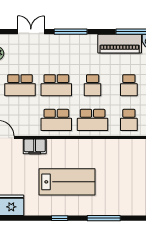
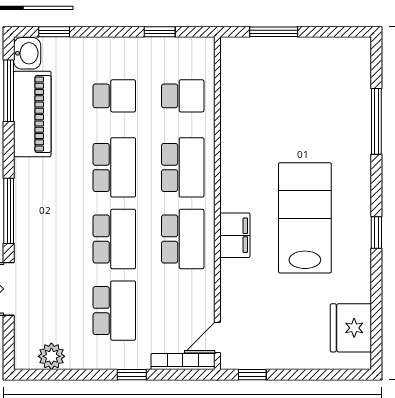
school desk: (93, 85) -> (114, 167), width x1.85
filing cabinet: (35, 146) -> (235, 235), moved
window: (104, 218) -> (376, 121), moved

